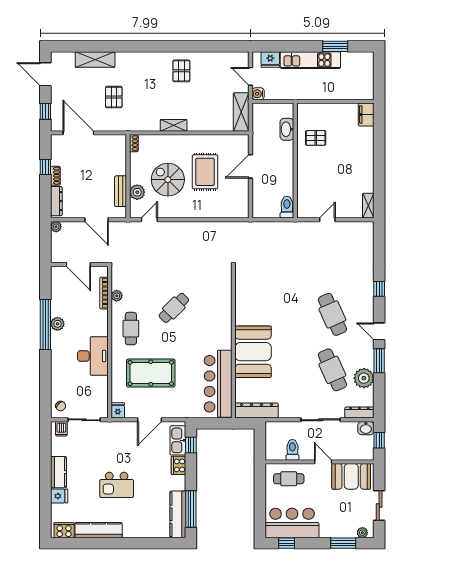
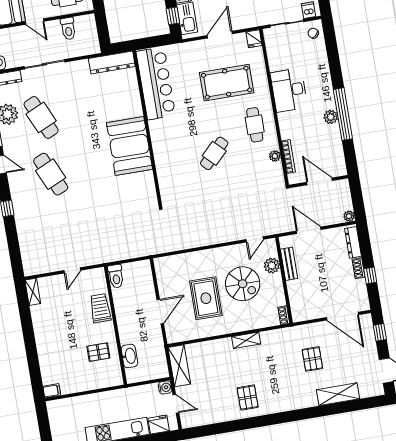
filing cabinet: (366, 115) -> (52, 391), width x0.50
trolley: (307, 179) -> (100, 308), added
booth: (253, 352) -> (130, 146), moved

